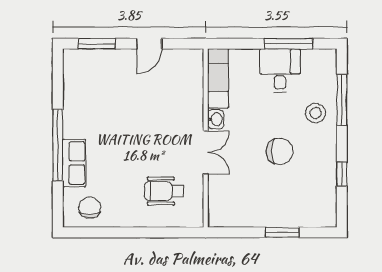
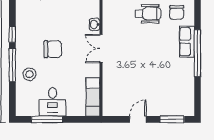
window: (342, 100) -> (12, 65), moved
washbasin: (216, 119) -> (95, 24), moved
chair: (280, 151) -> (53, 49), turned 180
wheelchair: (164, 191) -> (148, 14), moved

